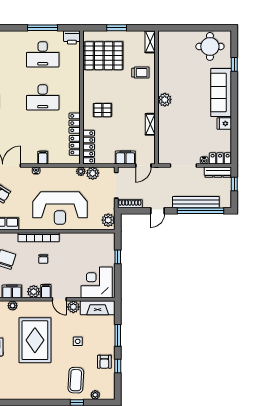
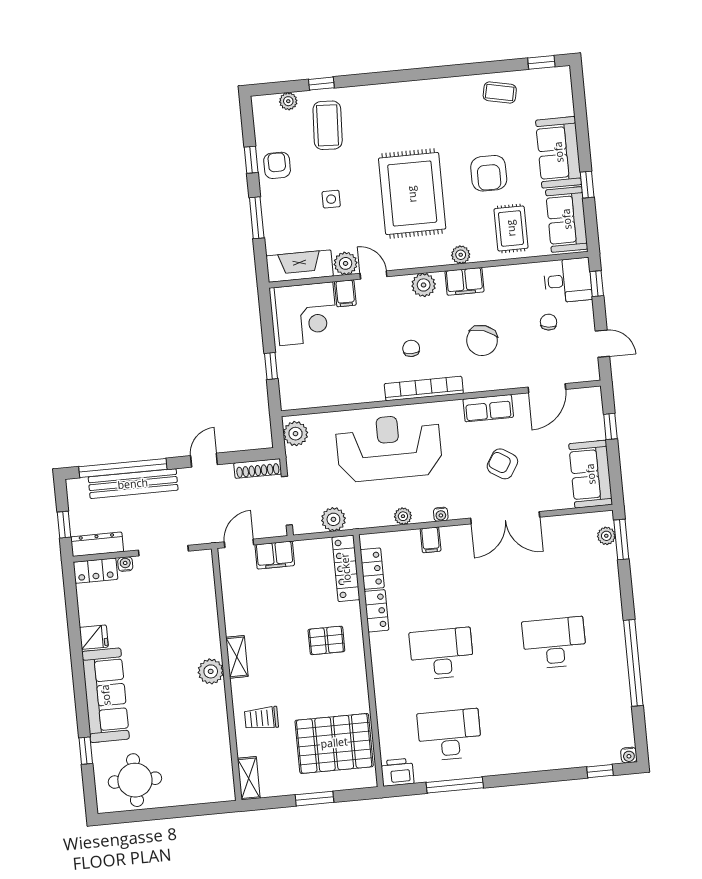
shelving: (150, 124) -> (237, 657), moved
plant: (81, 171) -> (403, 516), moved
filing cabinet: (46, 291) -> (345, 293), moved

